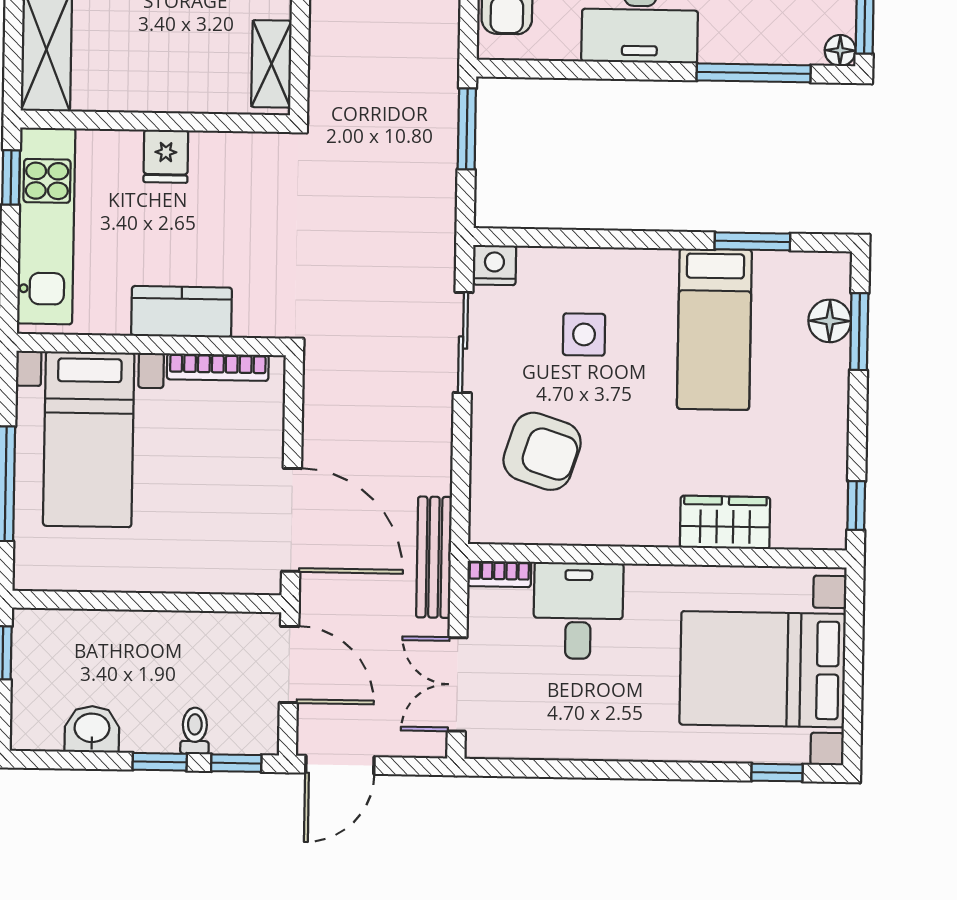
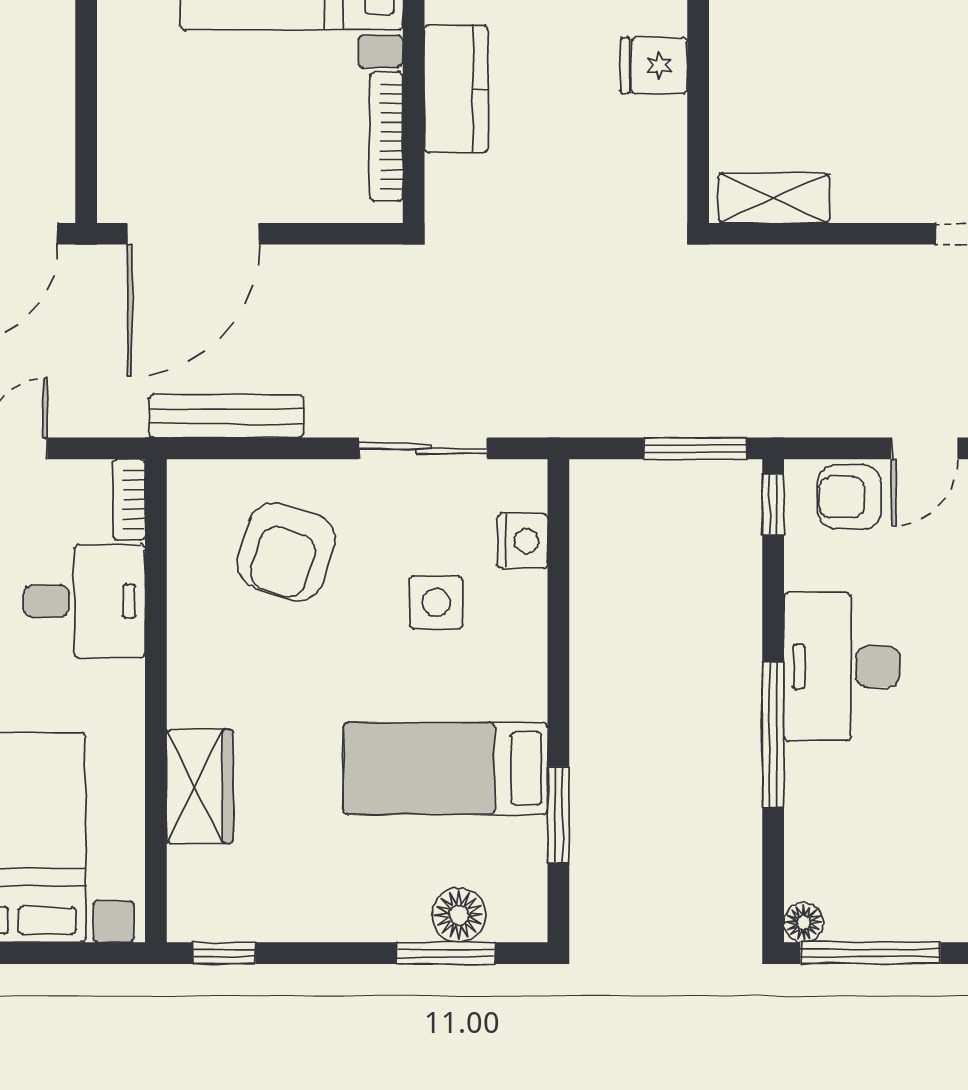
window: (512, 69) -> (773, 504), added
window: (754, 73) -> (773, 735), moved
nightstand: (494, 265) -> (522, 541), moved
bench: (434, 557) -> (226, 416), moved

